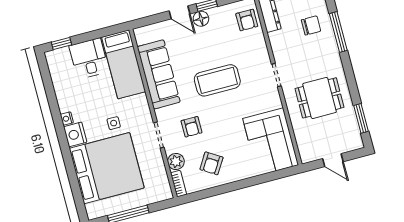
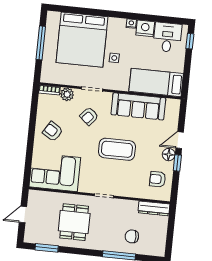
armchair: (247, 20) -> (158, 179), moved
chair: (311, 25) -> (132, 236), turned 90
desk: (89, 59) -> (167, 37), moved, turned -90
coffee table: (217, 80) -> (117, 149), turned 90
armchair: (191, 127) -> (89, 116), turned -49
nightstand: (75, 134) -> (145, 28), moved
armchair: (211, 163) -> (53, 131), moved

